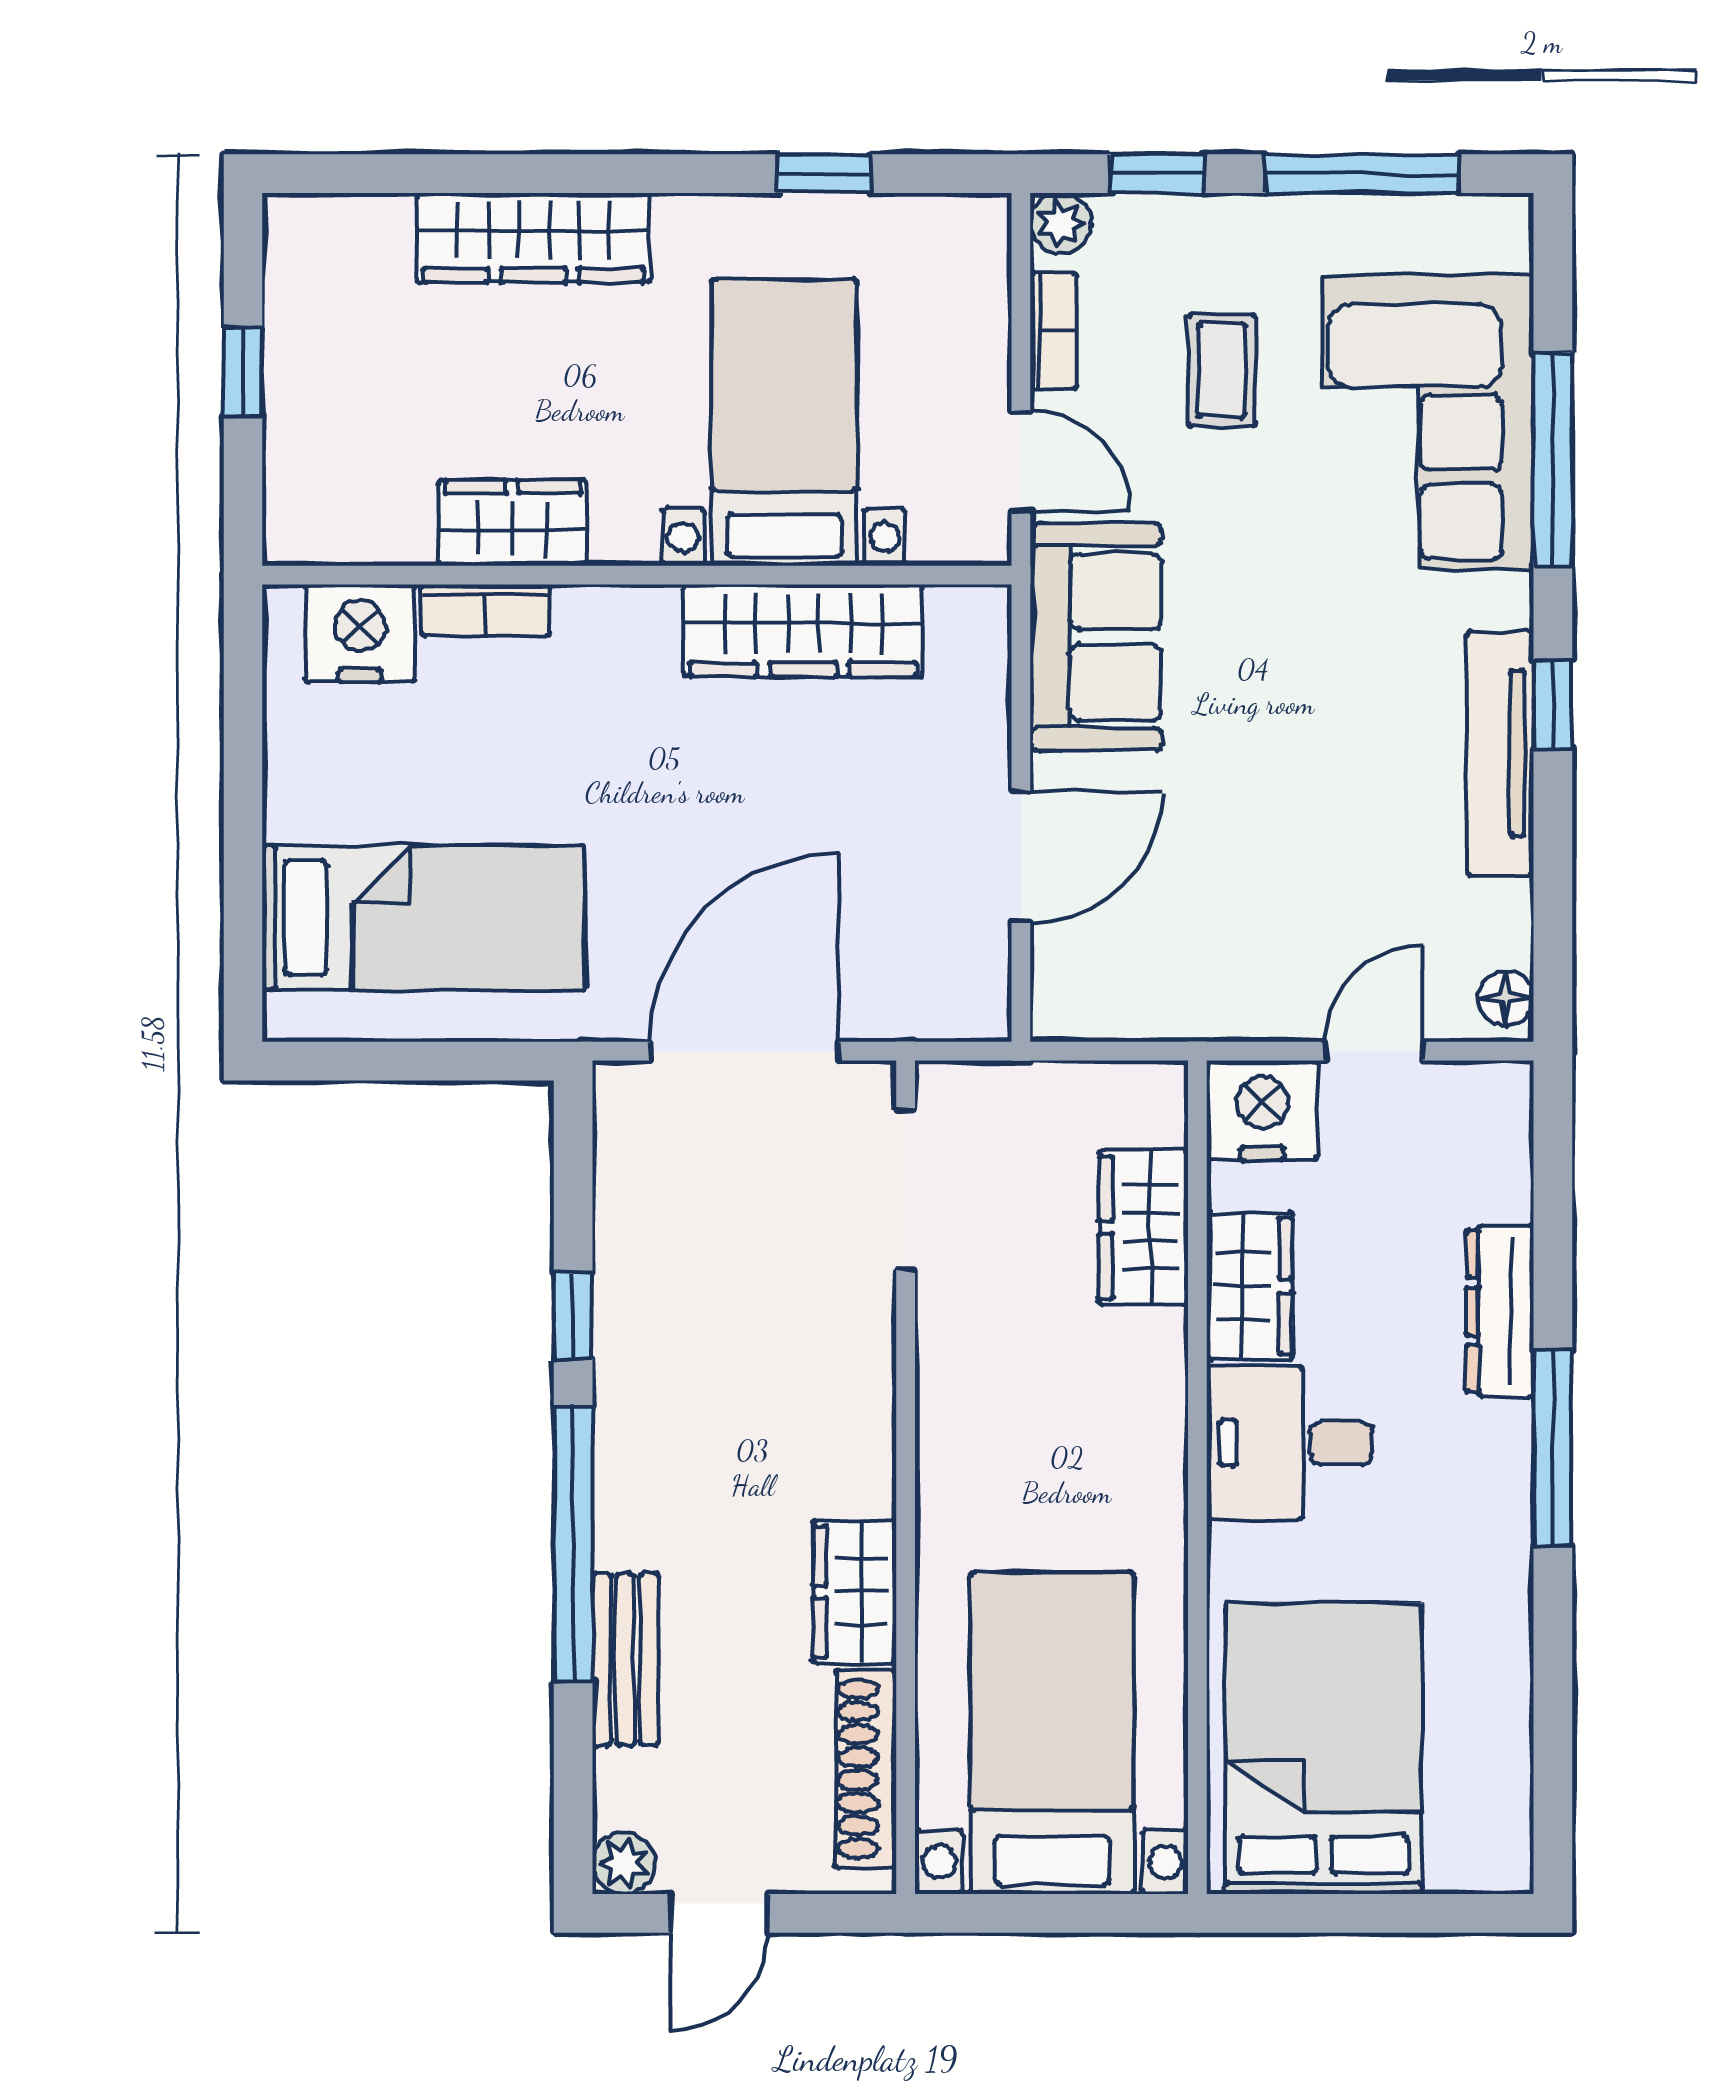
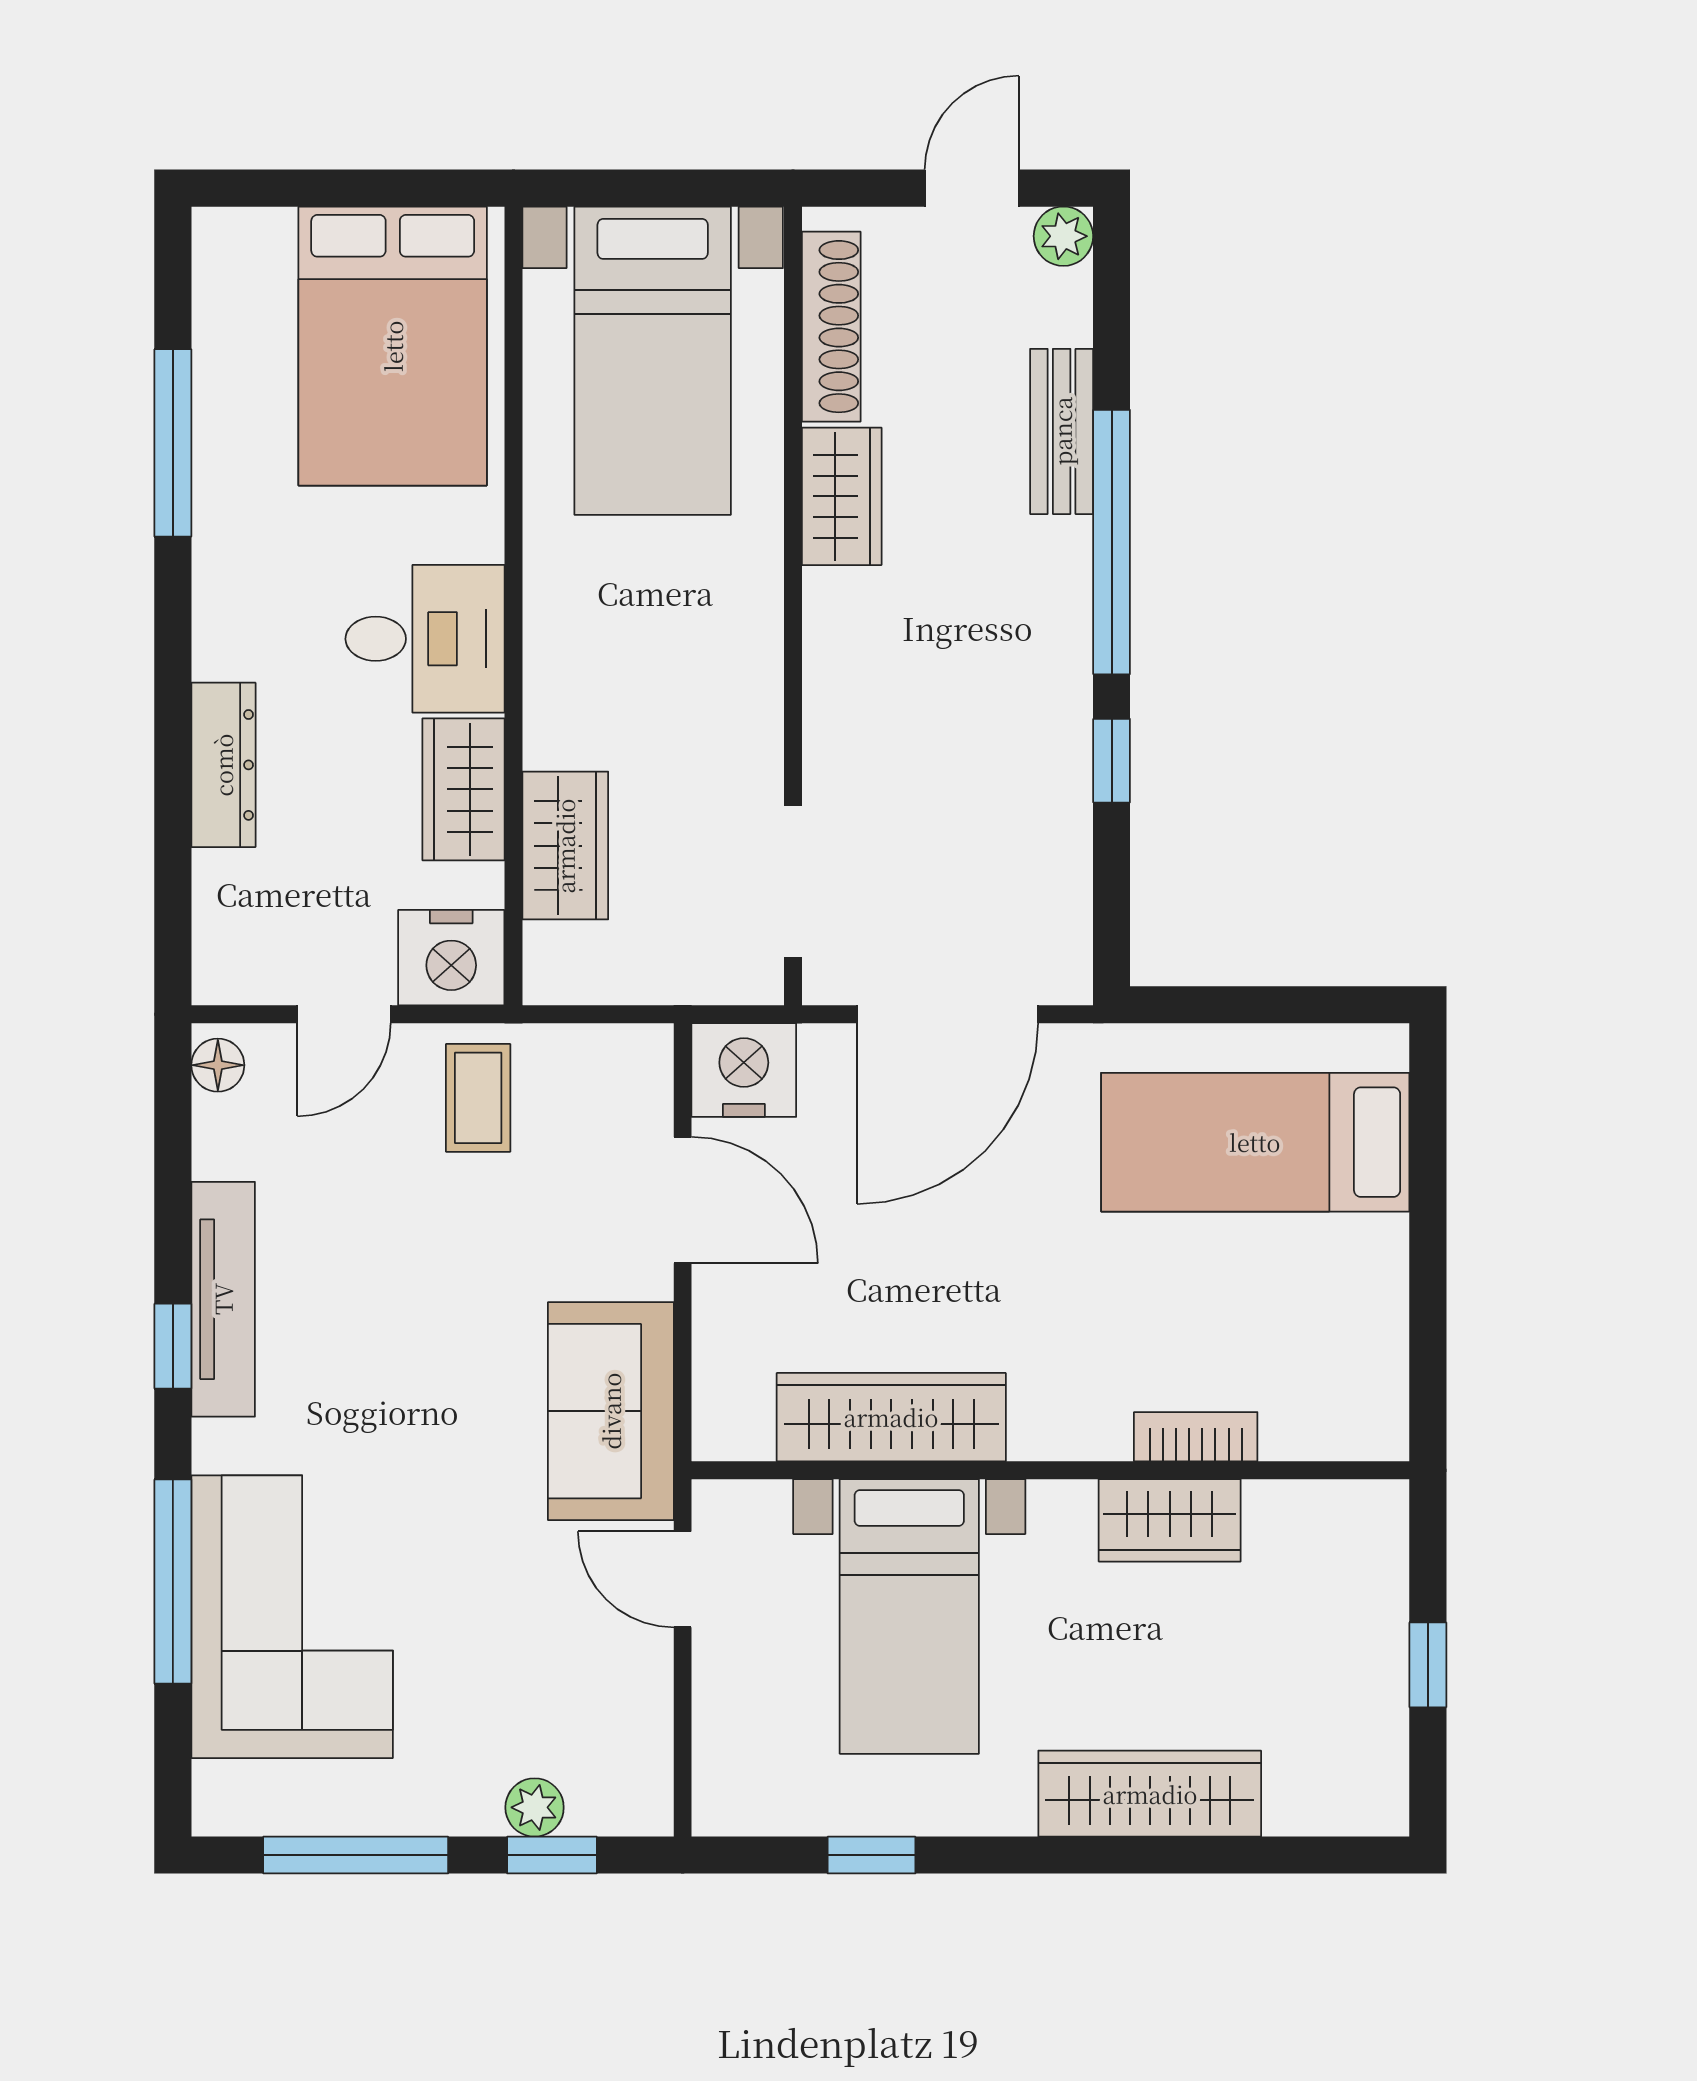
plant: (1060, 223) -> (535, 1807), moved
bookcase: (1053, 331) -> (651, 1704), removed
coffee table: (1222, 370) -> (478, 1098), moved
nightstand: (360, 633) -> (744, 1070), moved, turned 180
door: (1021, 857) -> (683, 1200), swing flipped
window: (1553, 1448) -> (173, 443), moved

